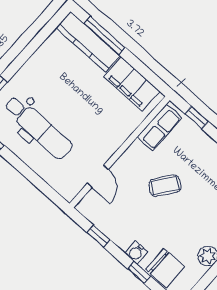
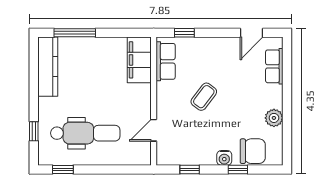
kitchen counter: (88, 42) -> (48, 67), moved, turned -90
filing cabinet: (132, 84) -> (139, 60), moved, turned 90
door: (98, 176) -> (154, 130), swing flipped

